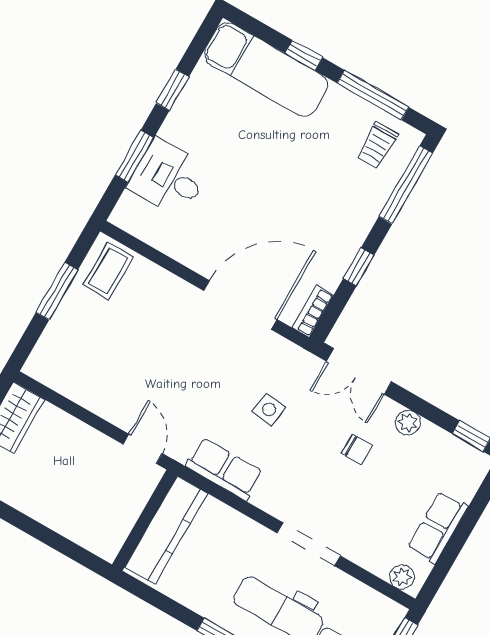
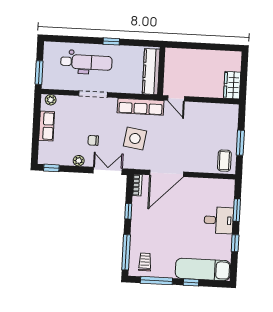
desk: (169, 178) -> (219, 220), moved
side table: (269, 409) -> (135, 138), width x1.87, depth x1.87
row of seats: (224, 469) -> (141, 107), width x1.48

